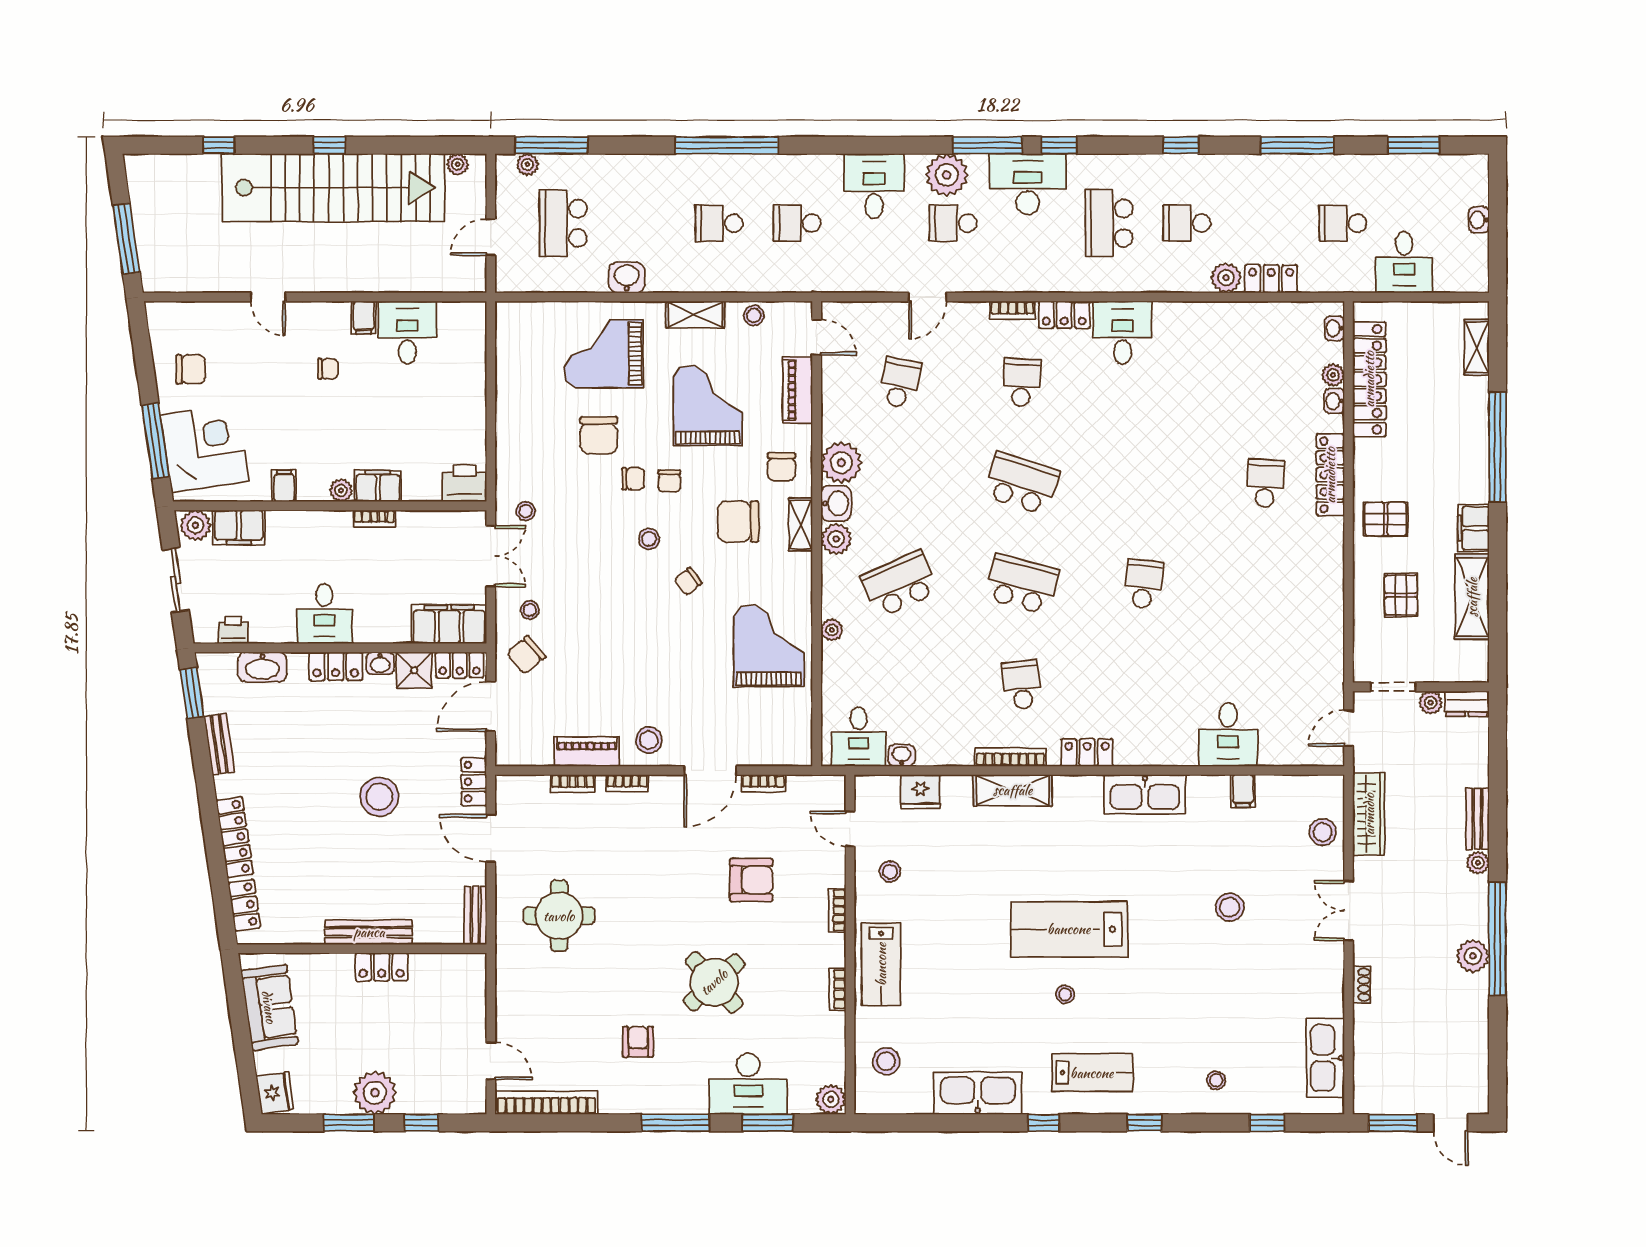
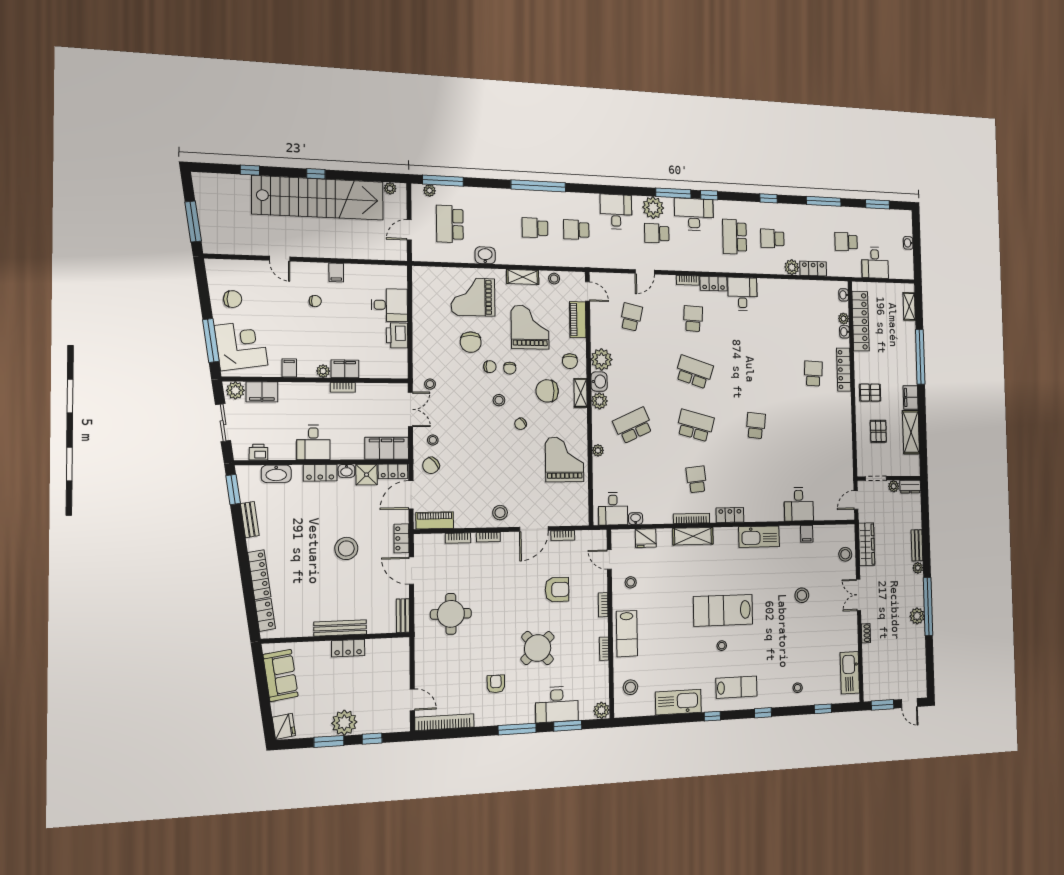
desk: (407, 333) -> (389, 305), moved, turned 90
printer: (464, 483) -> (397, 335), moved, turned -90
piano: (587, 752) -> (435, 520), moved

